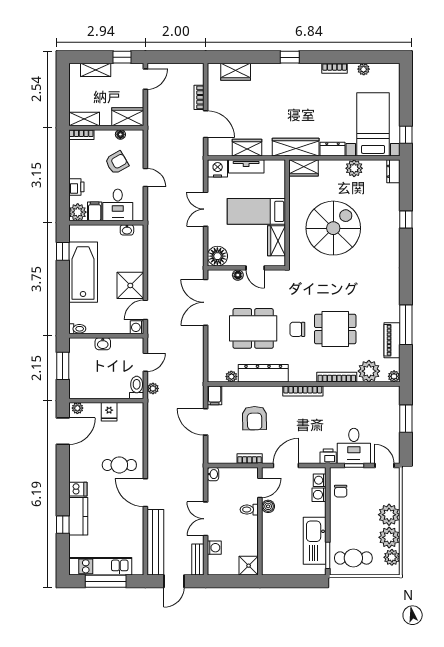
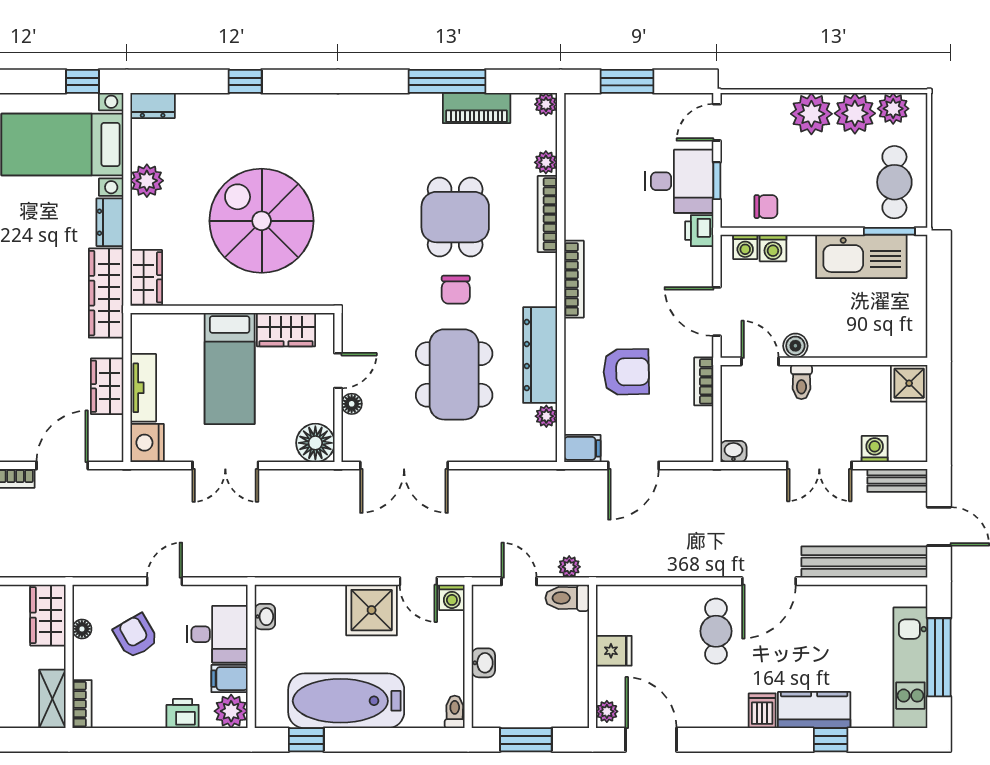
plant: (369, 371) -> (546, 162), width x0.53, depth x0.53

